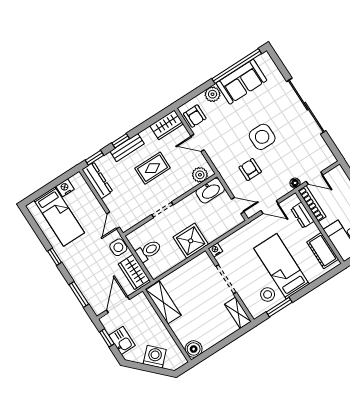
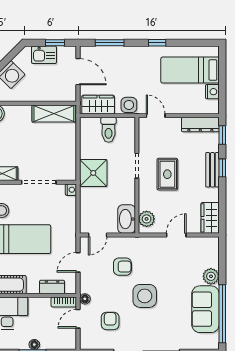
armchair: (195, 116) -> (110, 321), moved, turned 90
rug: (153, 168) -> (167, 174), moved
bookcase: (312, 204) -> (64, 302), width x0.64

